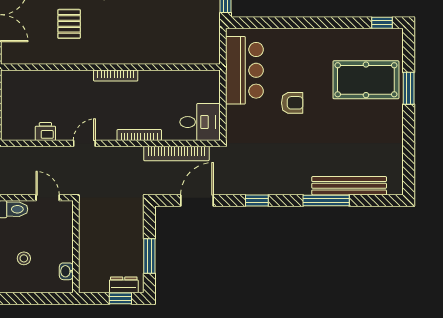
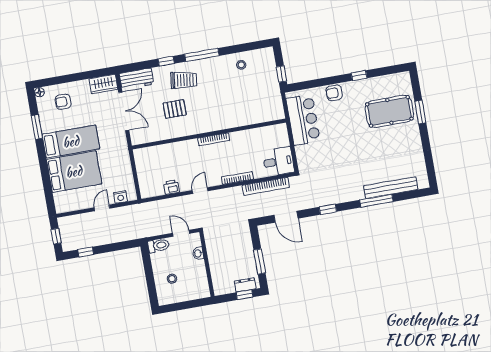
window: (382, 23) -> (359, 76), moved
pallet: (69, 24) -> (175, 109), turned 90
armchair: (292, 103) -> (334, 93), moved, turned 180
door: (197, 200) -> (286, 217), swing flipped
washbasin: (66, 271) -> (198, 253), moved

